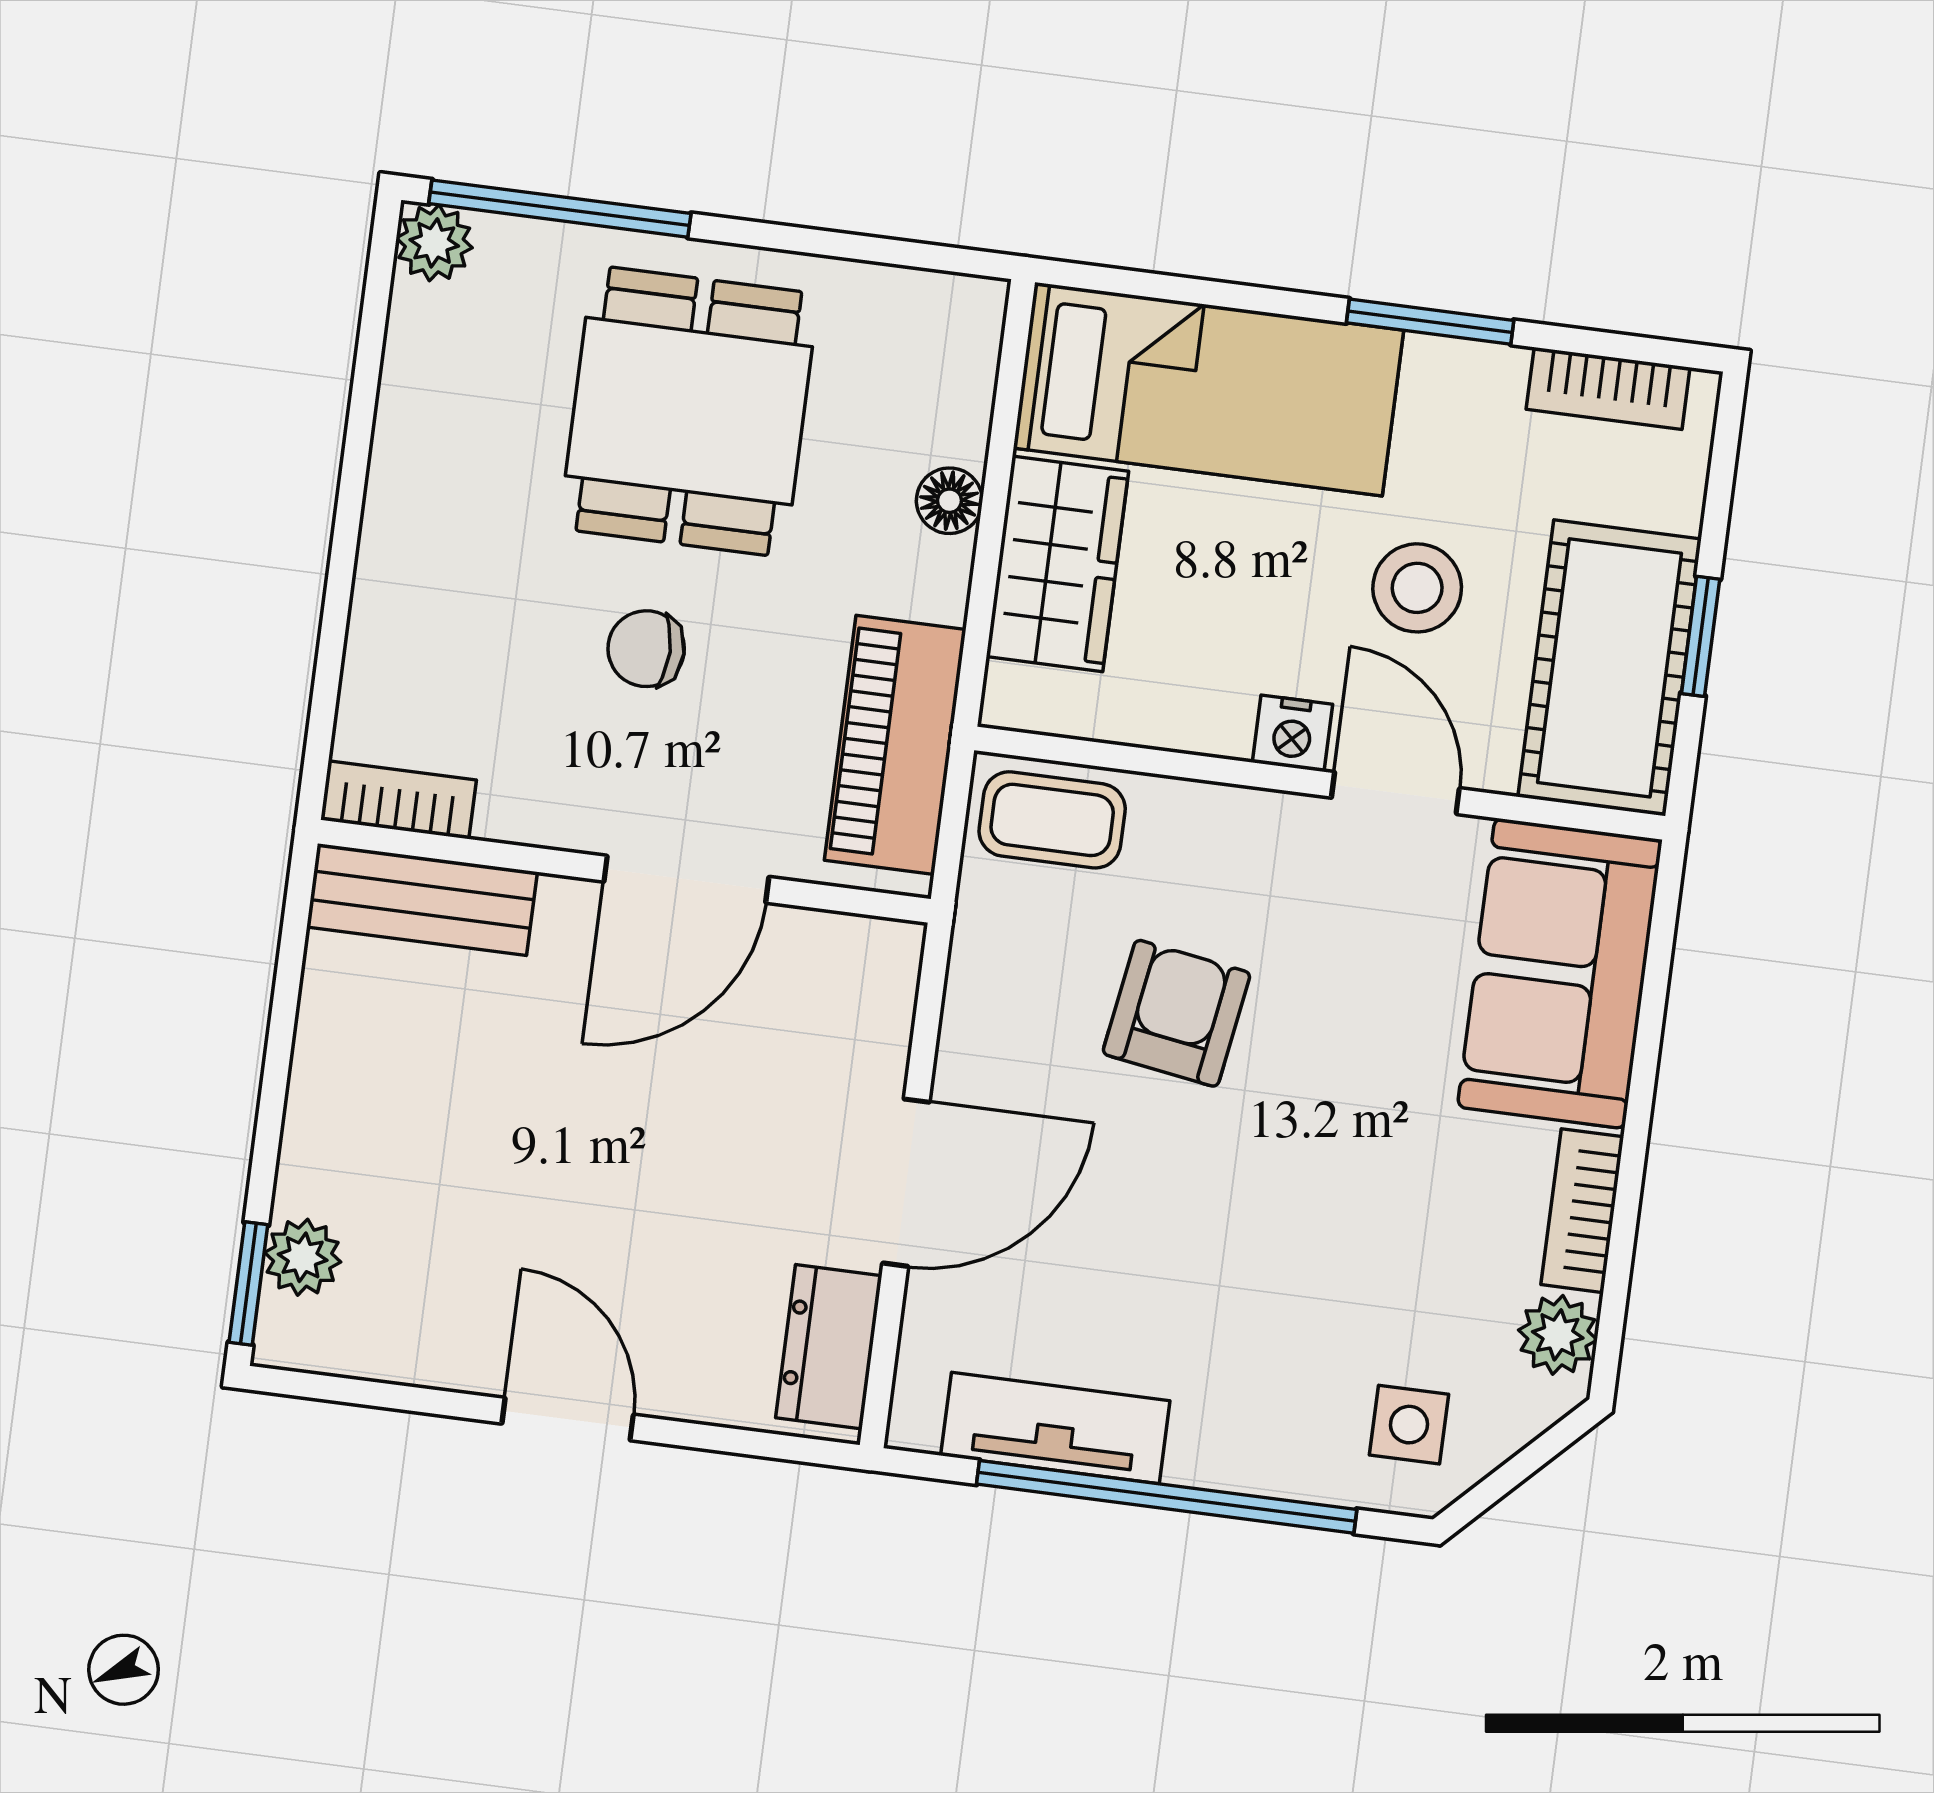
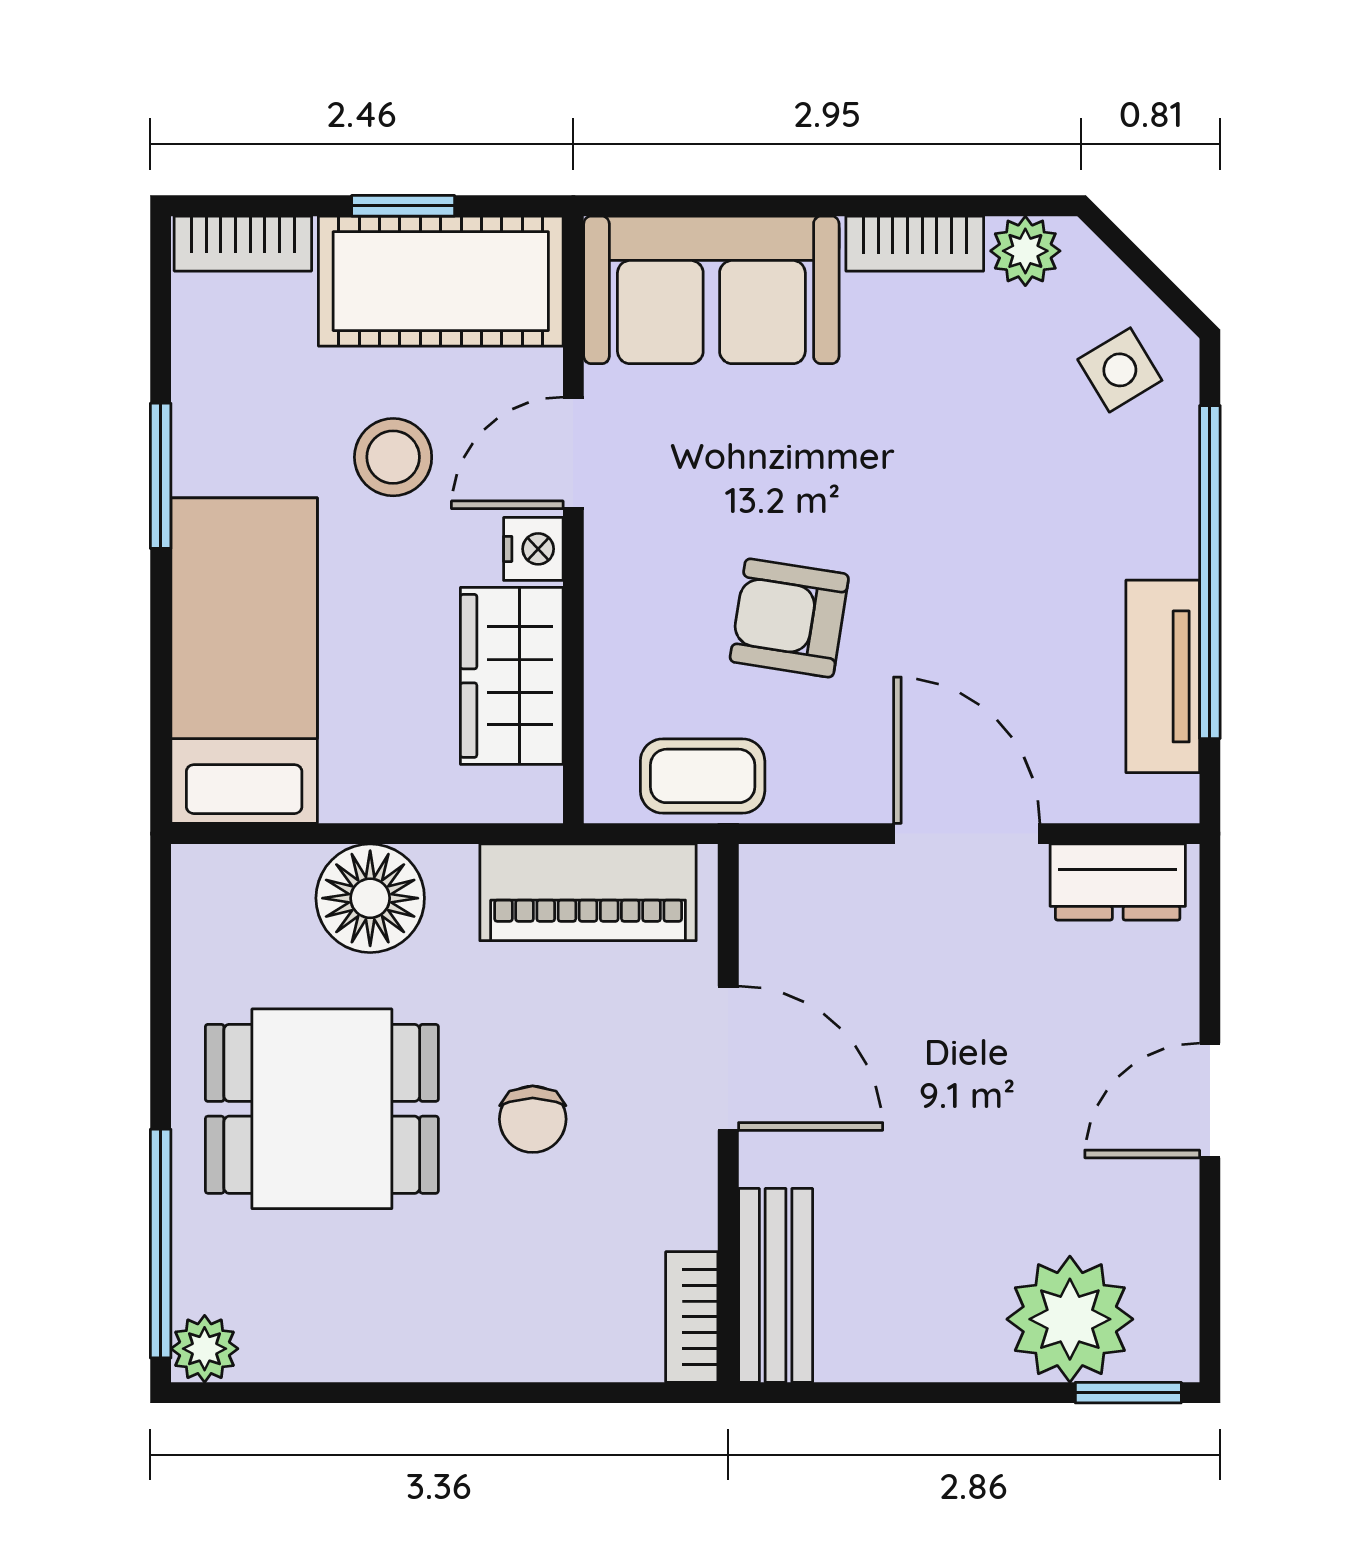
bookcase: (1608, 388) -> (243, 244), moved, turned 90
floor lamp: (949, 501) -> (370, 898), width x1.89, depth x1.89
wardrobe: (1057, 564) -> (512, 676), moved, turned -90
coffee table: (1052, 820) -> (703, 776), moved, turned 90
plant: (303, 1257) -> (1070, 1319), width x1.87, depth x1.87
side table: (1409, 1425) -> (1120, 370), turned -31

